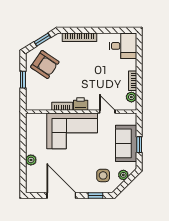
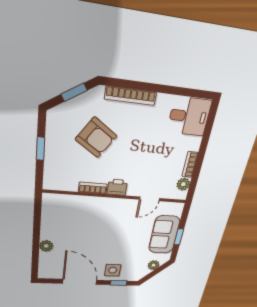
armchair: (45, 64) -> (96, 138), moved
door: (107, 112) -> (150, 199), swing flipped
corner sofa: (72, 131) -> (102, 218), removed
side table: (103, 175) -> (113, 270), moved

